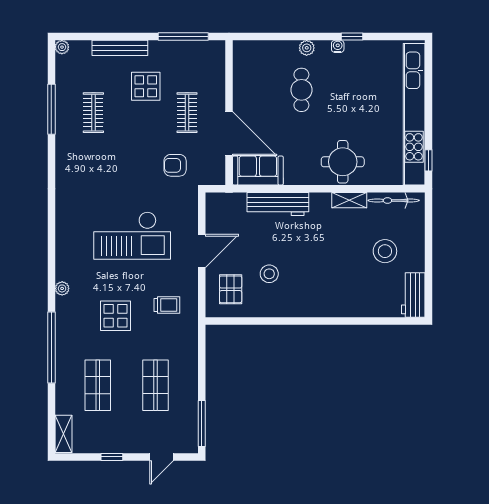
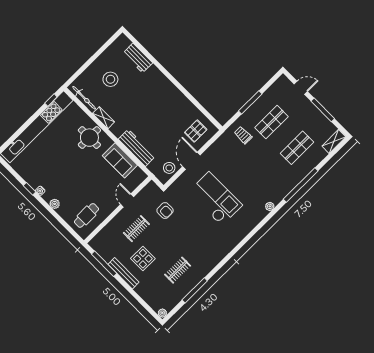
bench: (120, 48) -> (124, 273), moved
cafe table: (301, 90) -> (86, 215), moved
door: (229, 134) -> (127, 201), width x0.53
sofa: (258, 171) -> (120, 160), moved
door: (202, 251) -> (191, 161), hinge flipped
stool: (269, 274) -> (169, 168), moved
workbench: (413, 295) -> (138, 58), moved, turned 90
trolley: (167, 305) -> (243, 135), moved
display table: (116, 316) -> (258, 171), removed
window: (202, 423) -> (250, 102), moved
window: (112, 457) -> (323, 110), width x2.17

